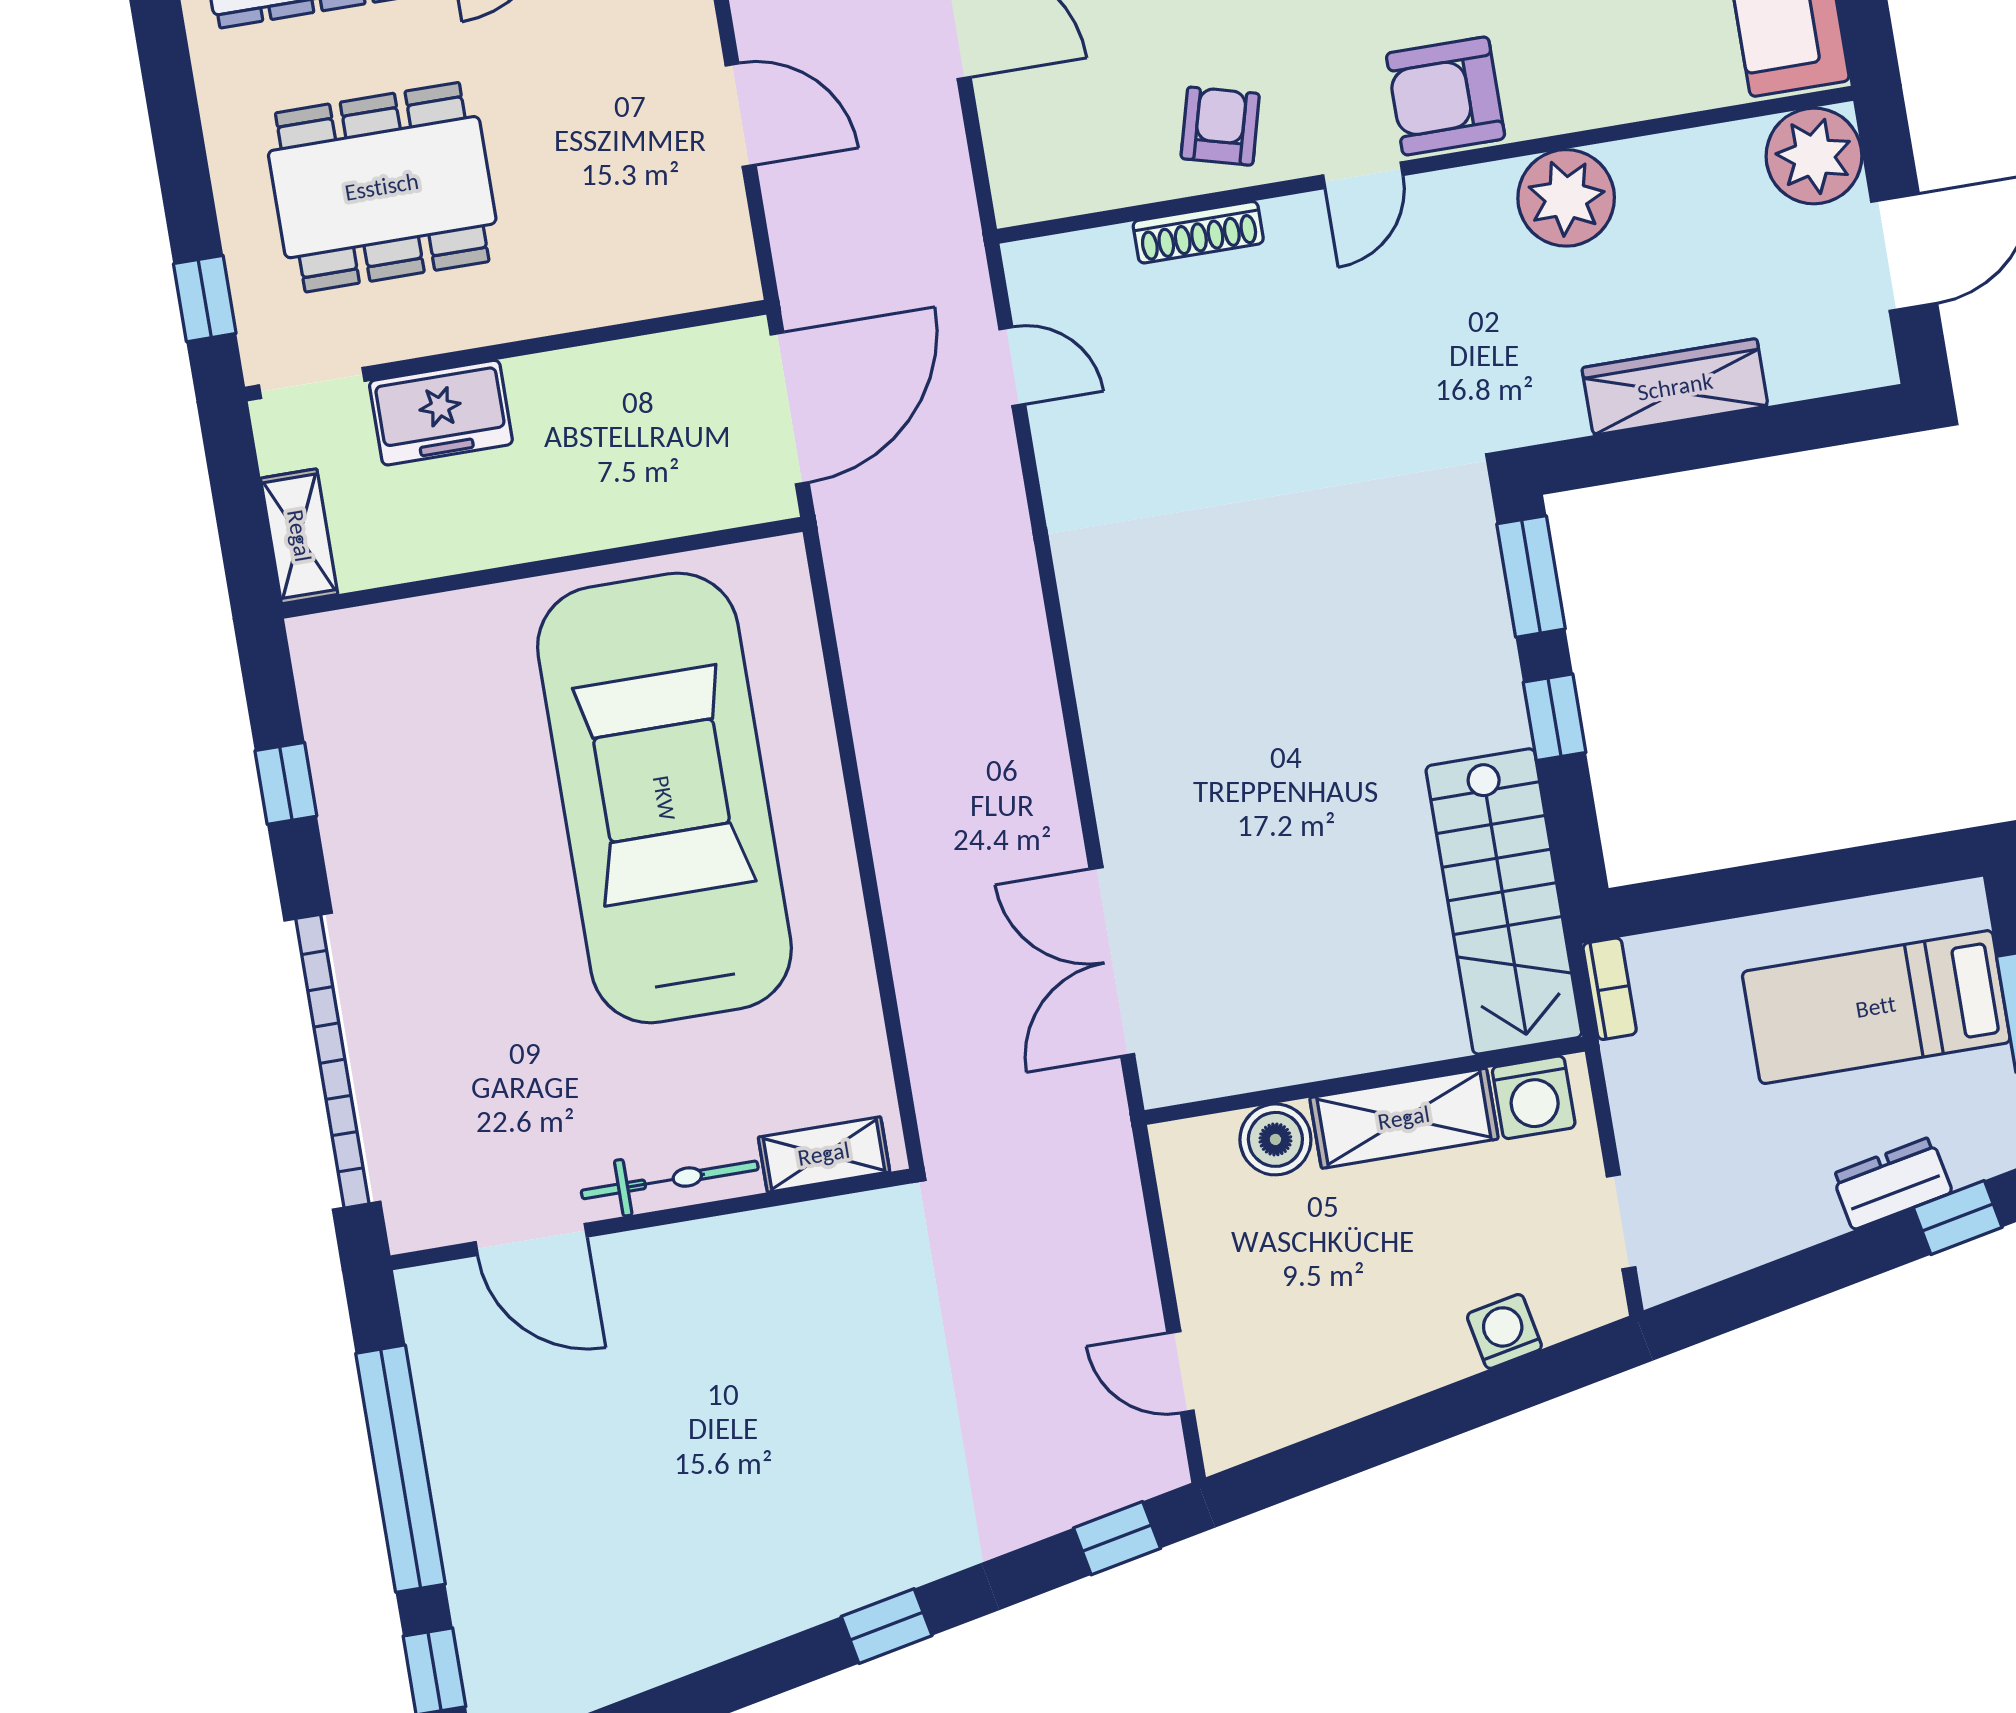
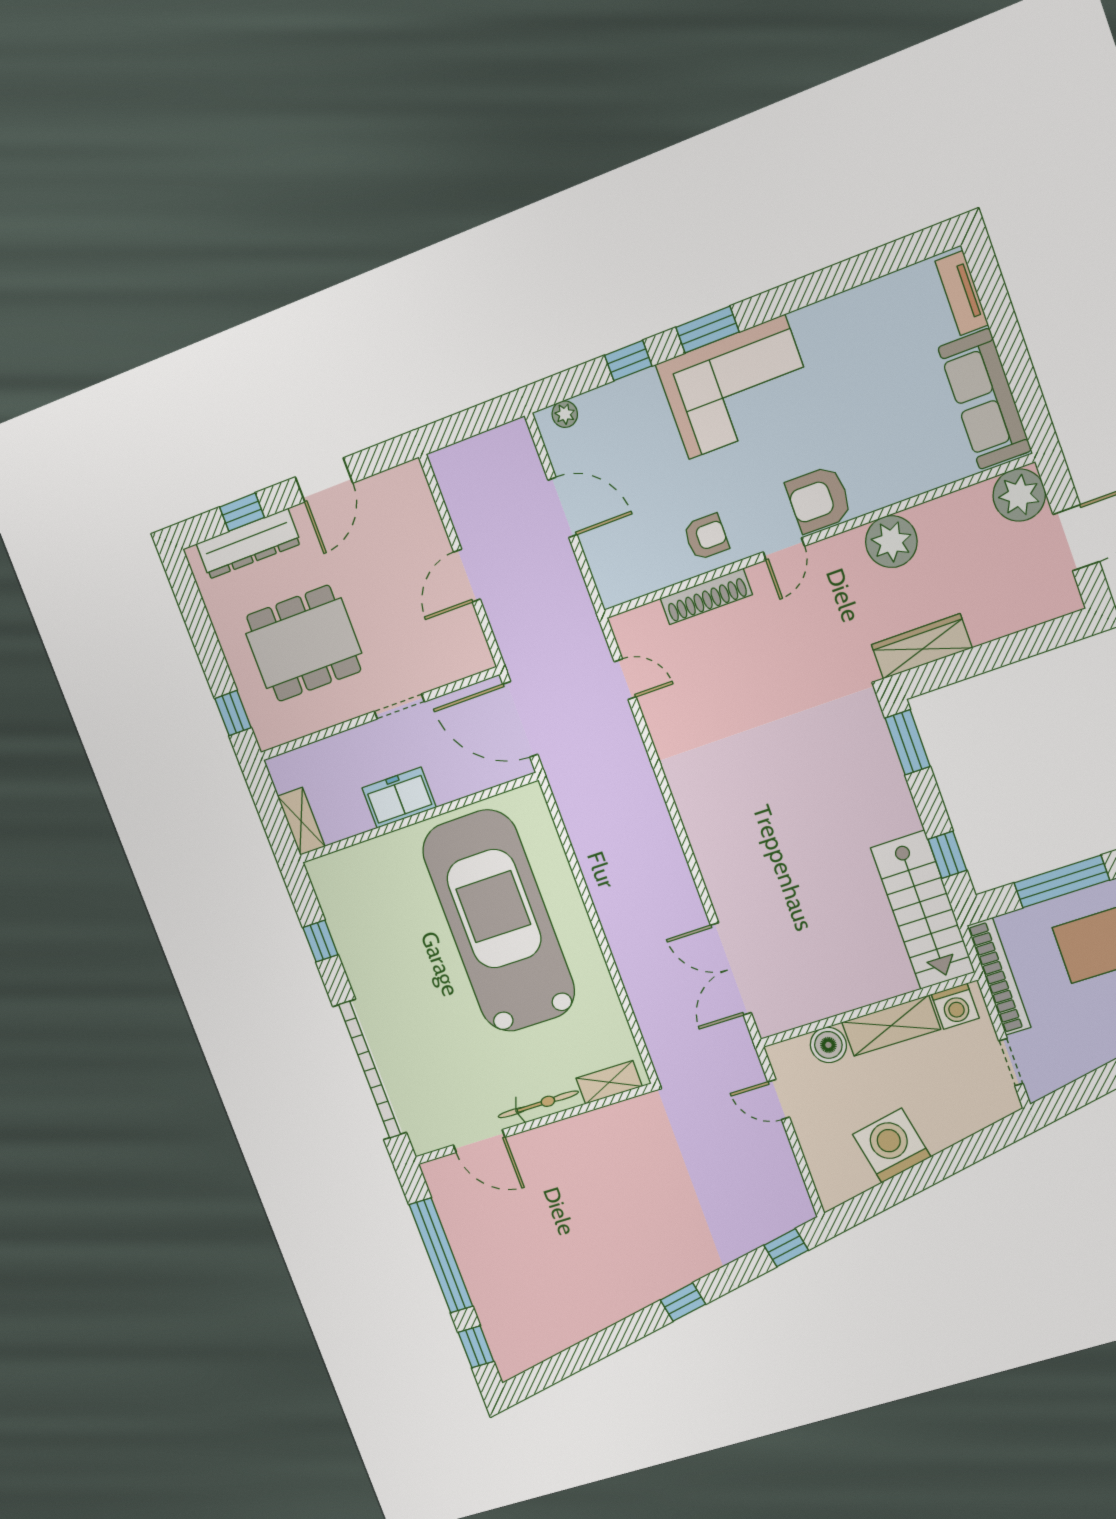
door: (741, 115) -> (467, 576), swing flipped
armchair: (1220, 126) -> (706, 537), turned 75
shoe rack: (1198, 232) -> (706, 596), width x1.36, depth x1.24
doorway: (312, 383) -> (399, 706), moved
wardrobe: (1675, 387) -> (922, 646), moved
door: (790, 408) -> (520, 719), swing flipped
freezer: (441, 413) -> (399, 798), moved, turned 180
window: (1555, 717) -> (947, 855), moved
window: (1774, 886) -> (1062, 881), added
bookcase: (1610, 989) -> (999, 976), width x2.31, depth x1.31
washing machine: (1504, 1331) -> (892, 1146), moved, width x1.89, depth x1.89
door: (1181, 1372) -> (779, 1100), moved

